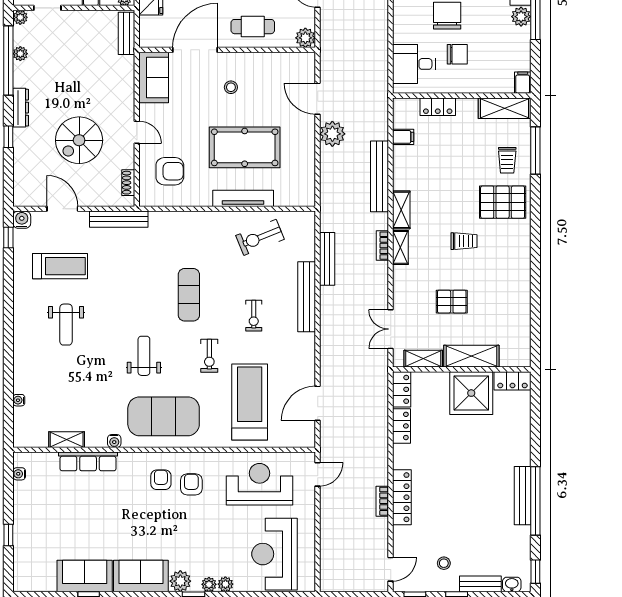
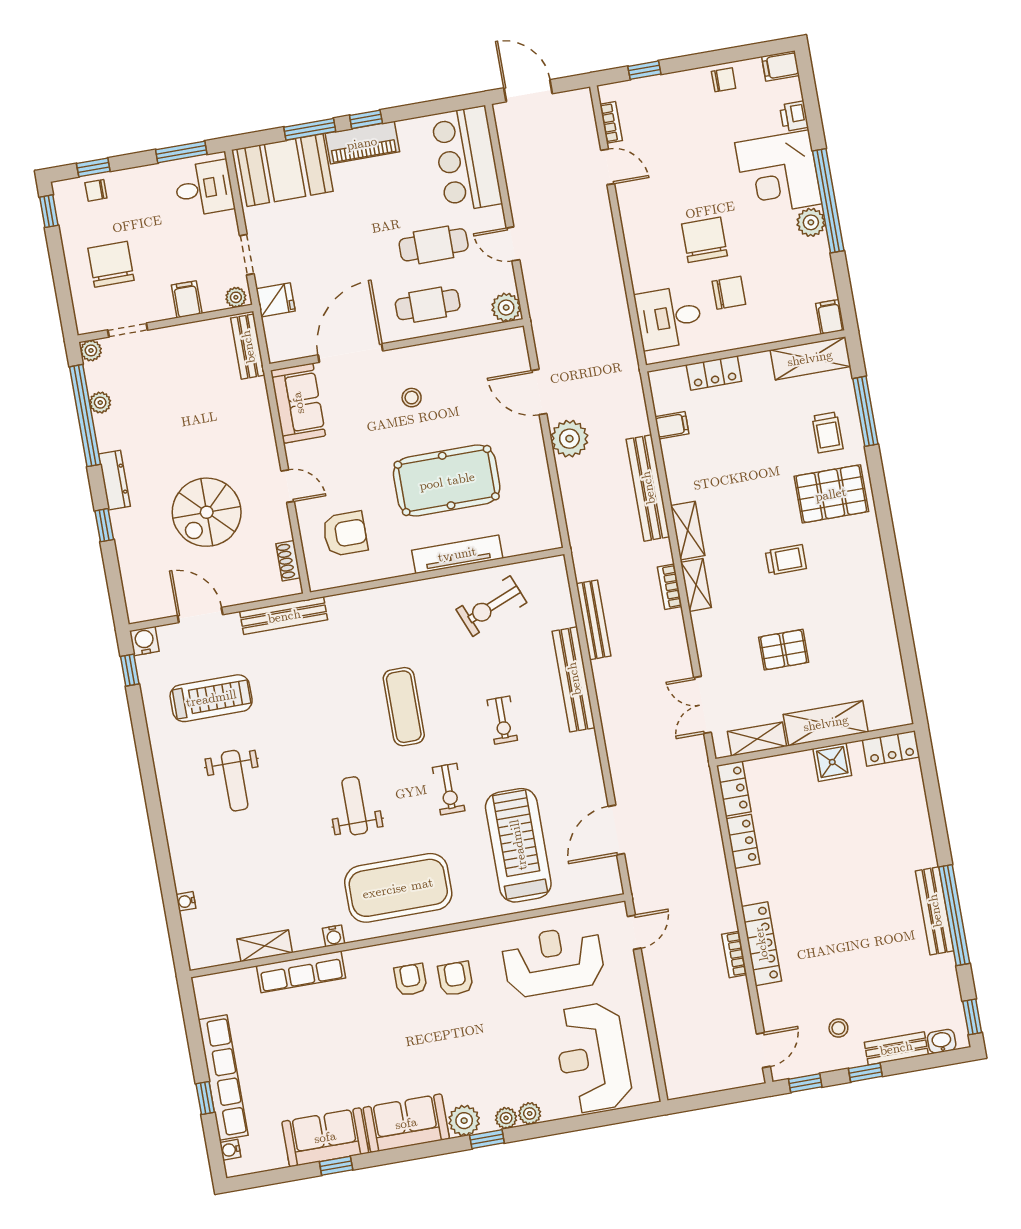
shower: (471, 393) -> (832, 762), width x0.54, depth x0.54
water cooler: (19, 474) -> (230, 1150), moved
row of seats: (23, 523) -> (223, 1077), added

